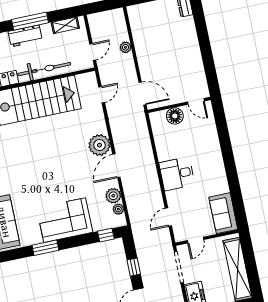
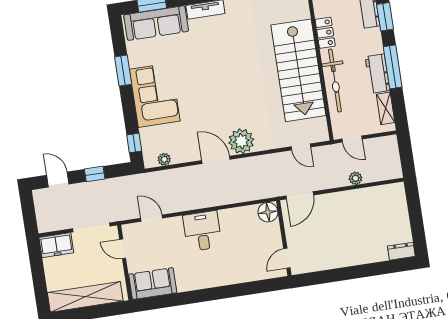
workbench: (25, 36) -> (377, 74), moved
floor lamp: (175, 116) -> (268, 212), moved
plant: (113, 196) -> (180, 154), removed

